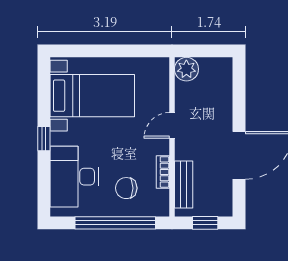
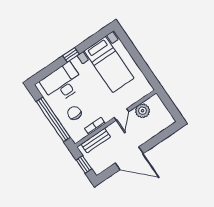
plant: (186, 69) -> (143, 111), moved
door: (172, 125) -> (121, 115), swing flipped

